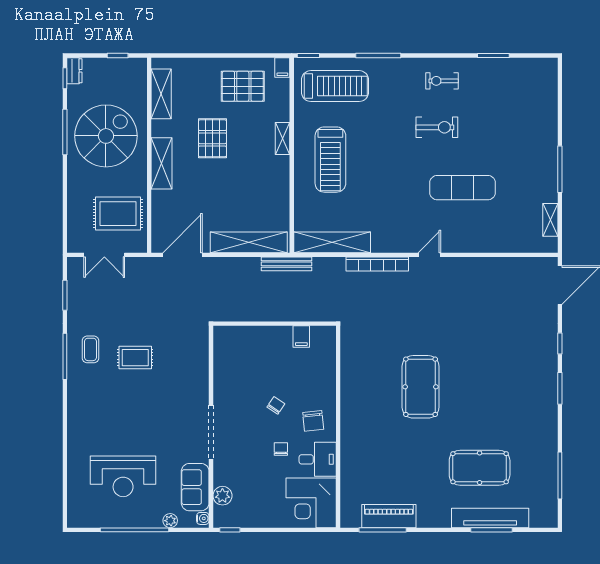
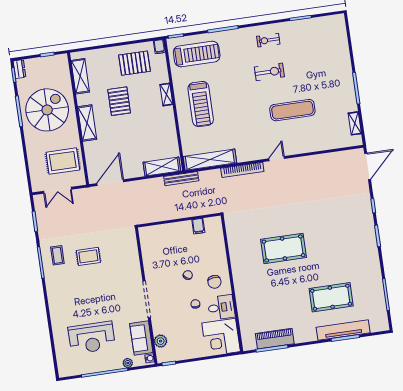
shelving: (249, 242) -> (162, 167), width x0.68
pool table: (421, 387) -> (284, 248), turned 90

